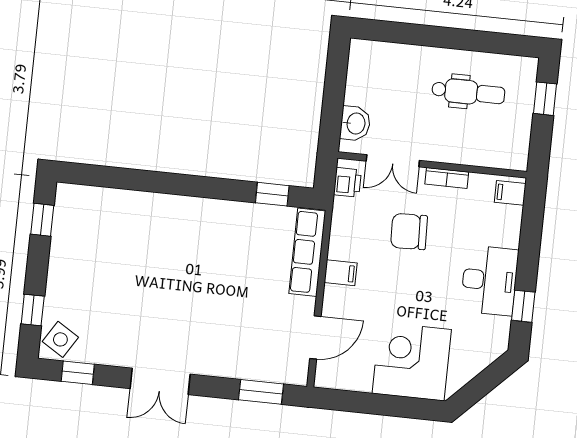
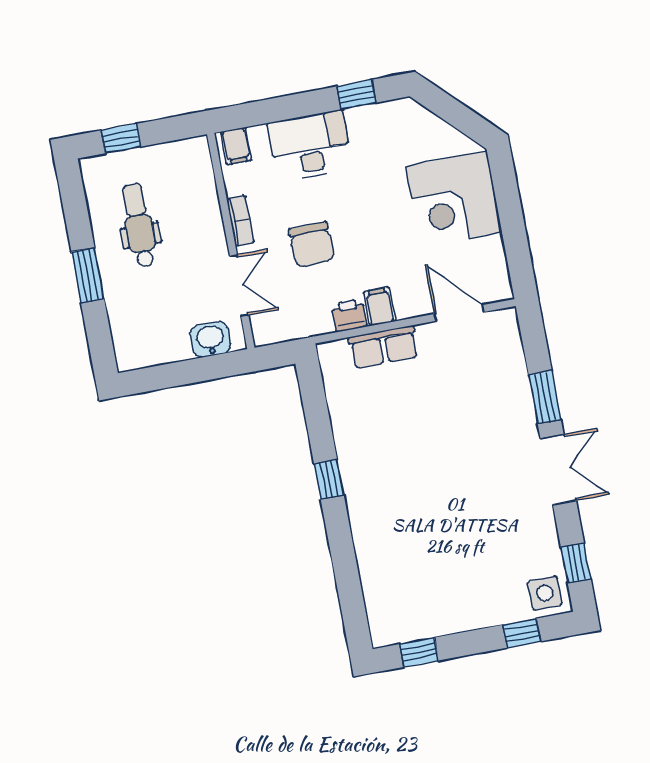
window: (439, 37) -> (88, 275), added
printer: (347, 182) -> (349, 315), moved
window: (272, 194) -> (329, 479), moved
row of seats: (307, 252) -> (384, 347), width x0.68
desk: (489, 280) -> (310, 146), moved
side table: (60, 339) -> (545, 593), turned -32
window: (261, 392) -> (545, 397), moved

